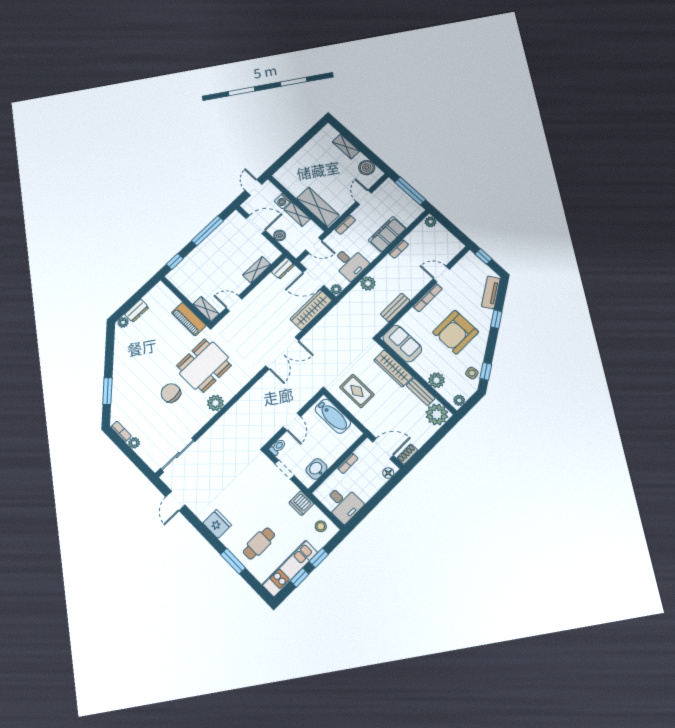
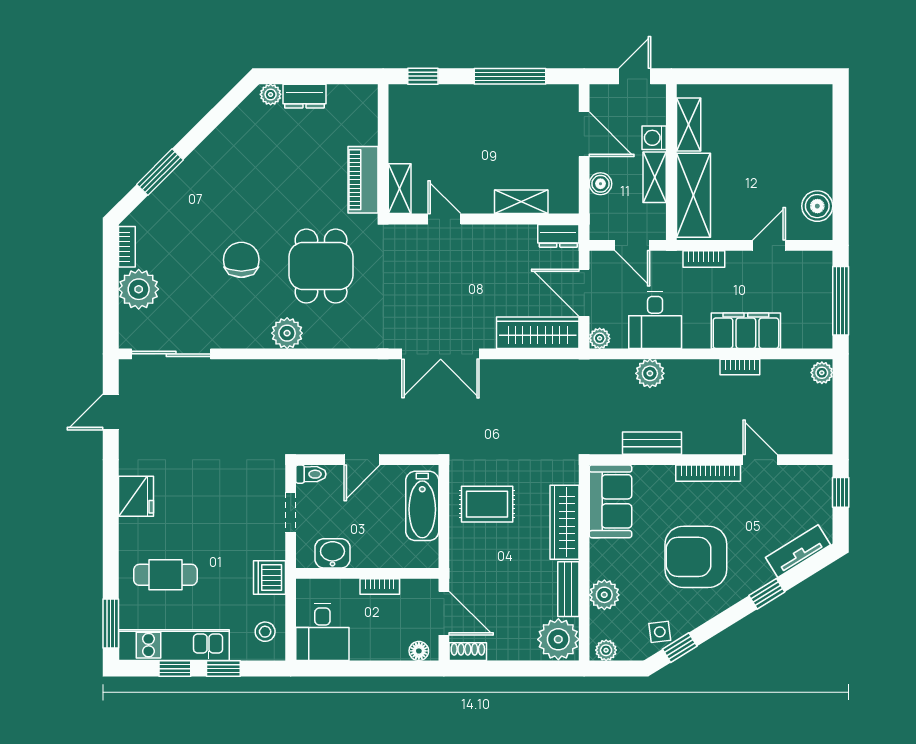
shelving: (346, 147) -> (689, 124), moved
dining table: (204, 366) -> (321, 266), width x0.73
rug: (357, 391) -> (487, 504), turned 90
plant: (134, 443) -> (139, 289), width x1.88, depth x1.88
window: (233, 561) -> (111, 624), moved

